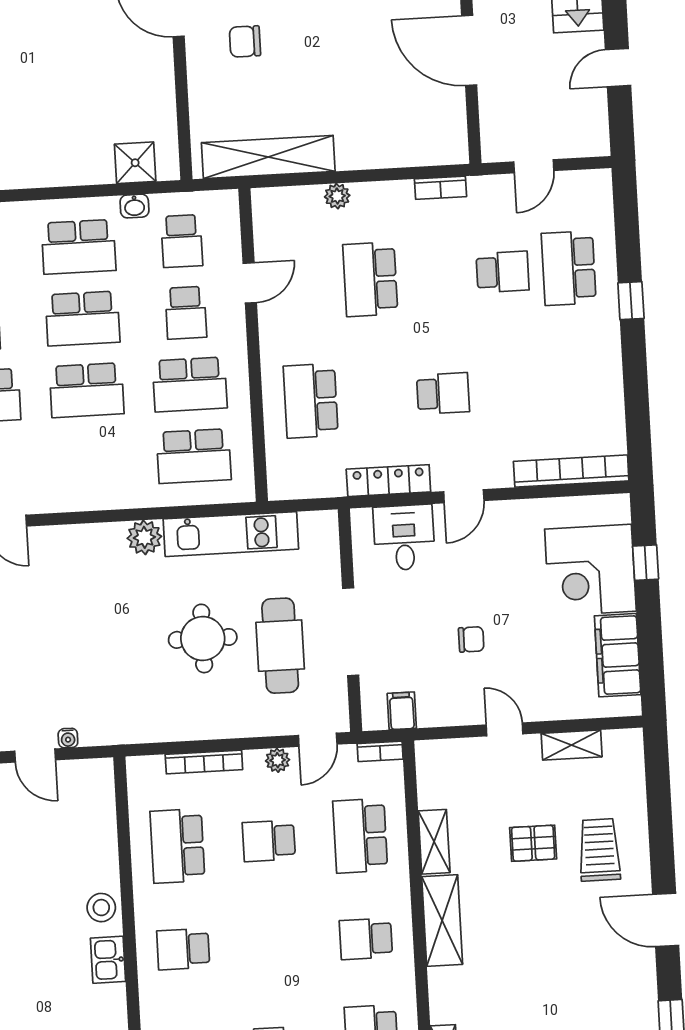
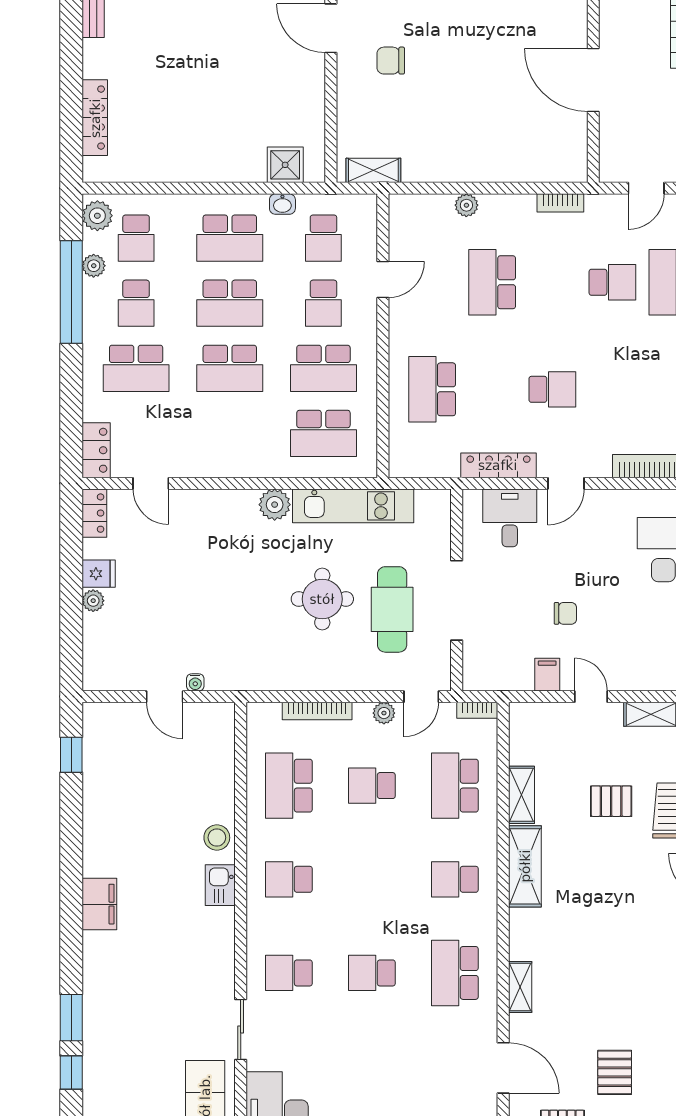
shelving: (268, 157) -> (373, 170), width x0.45, depth x0.75
filing cabinet: (402, 711) -> (547, 675), moved

